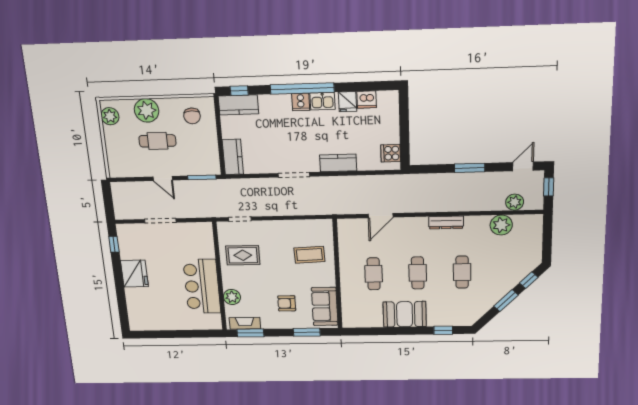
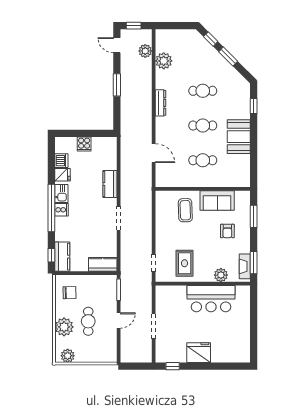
cooker: (391, 153) -> (84, 144), moved
sofa: (325, 306) -> (217, 200), moved

